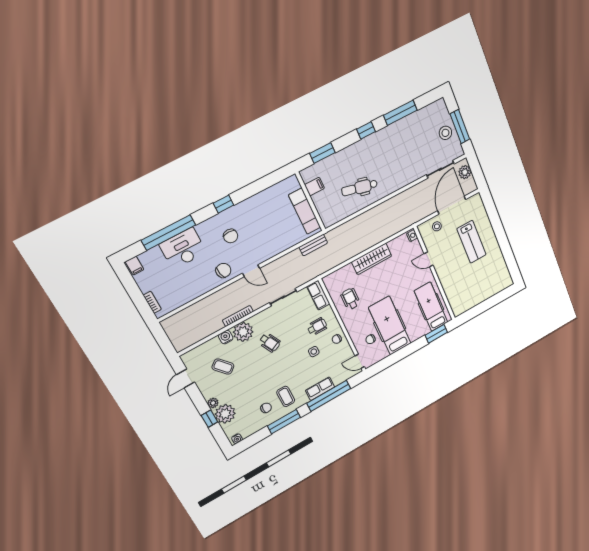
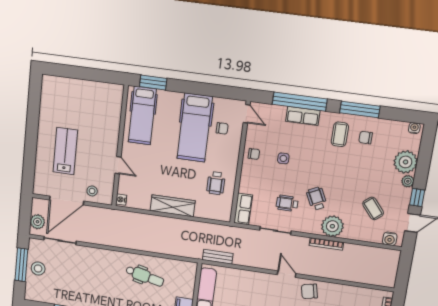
wheelchair: (317, 327) -> (287, 203), moved
water cooler: (226, 337) -> (390, 239), moved
window: (209, 419) -> (417, 198), moved

